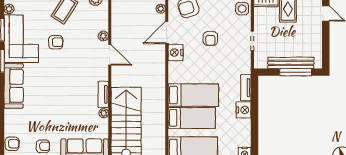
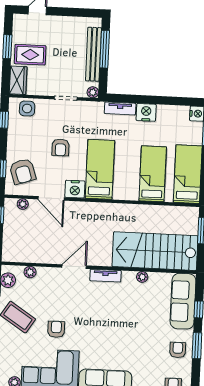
plant: (103, 36) -> (30, 272), moved
armchair: (210, 39) -> (60, 147), turned 90
plant: (259, 64) -> (93, 92), added
tv unit: (103, 94) -> (105, 276), moved
bed: (193, 95) -> (100, 169), moved

